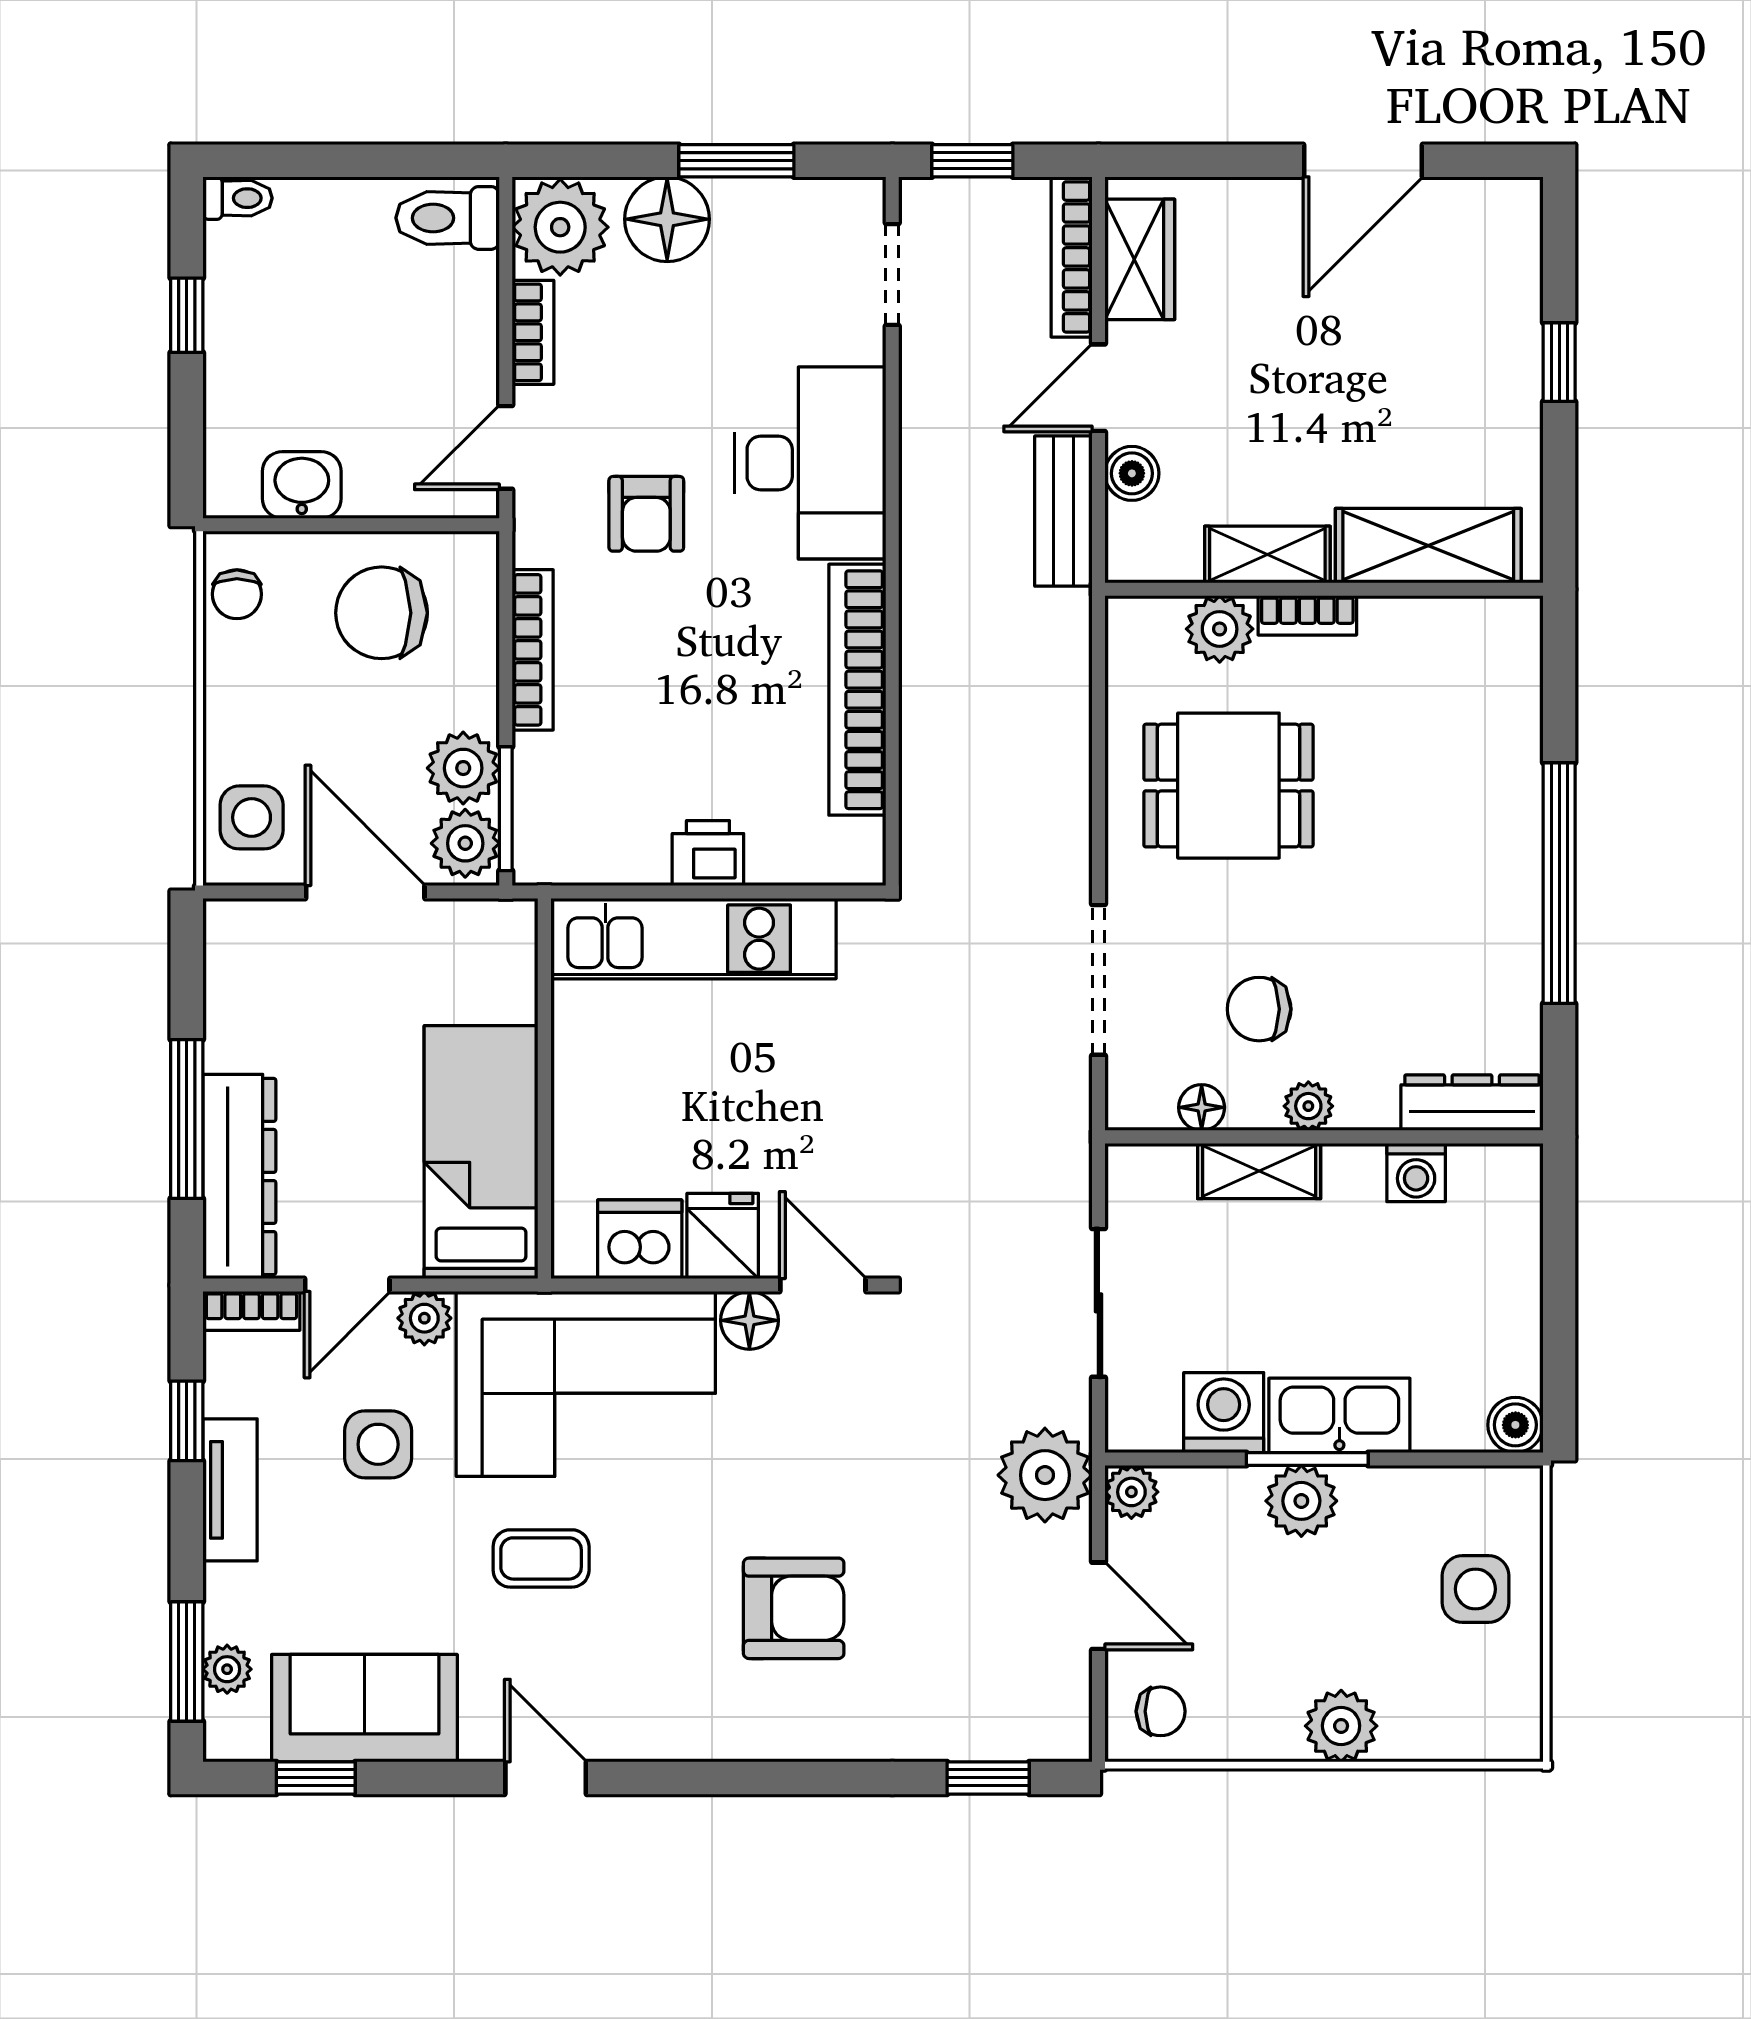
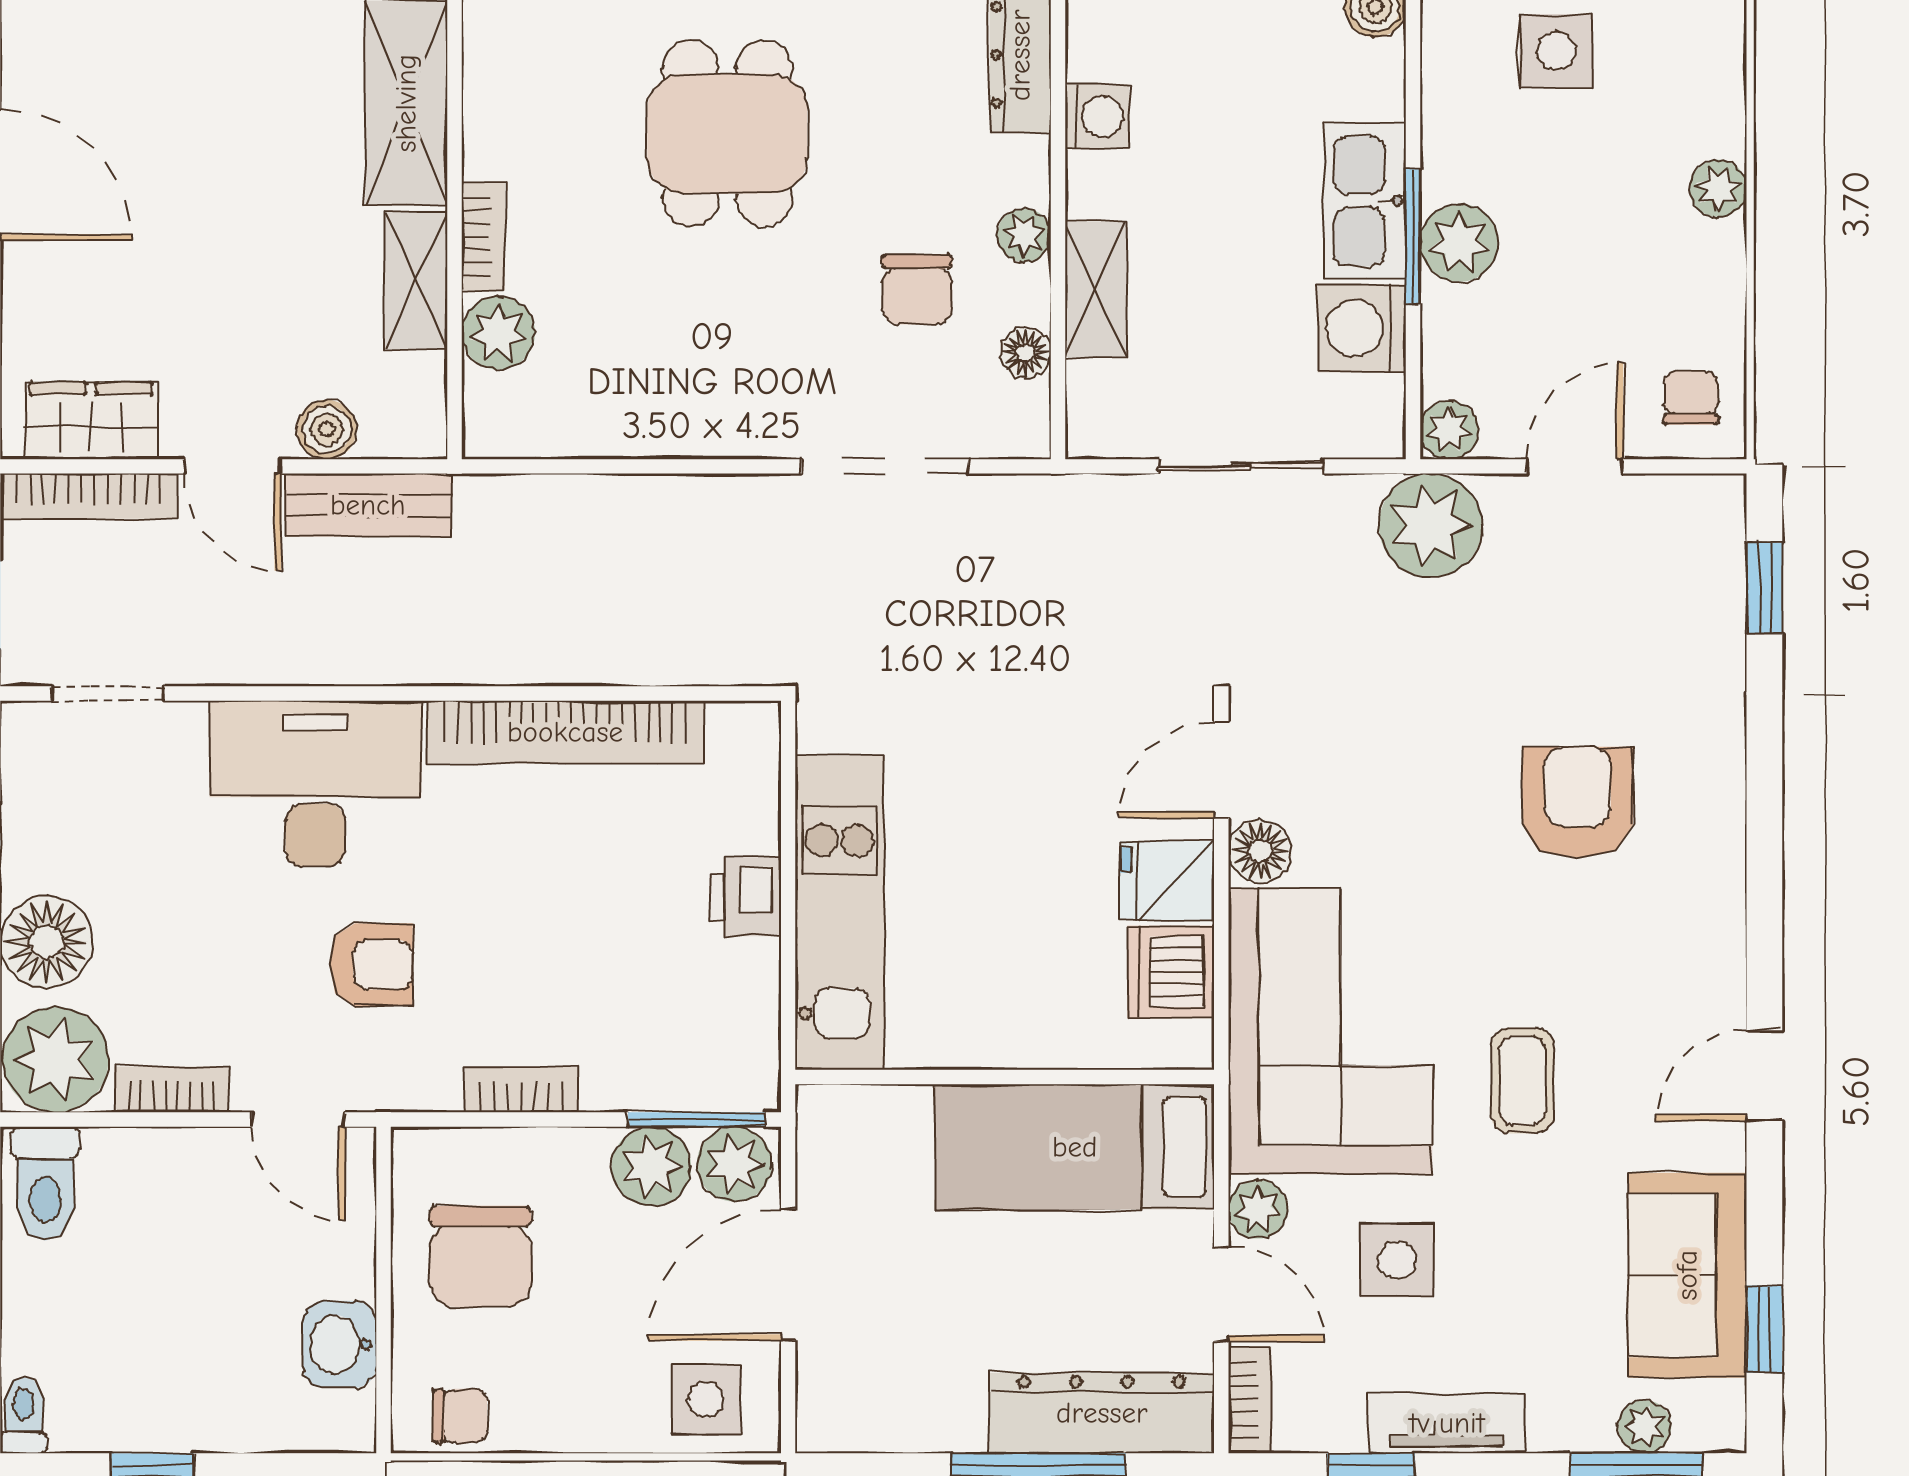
bookcase: (533, 650) -> (521, 1090), width x0.64
dining table: (1228, 786) -> (727, 134), moved
plant: (1341, 1726) -> (1718, 188), width x0.73, depth x0.73

